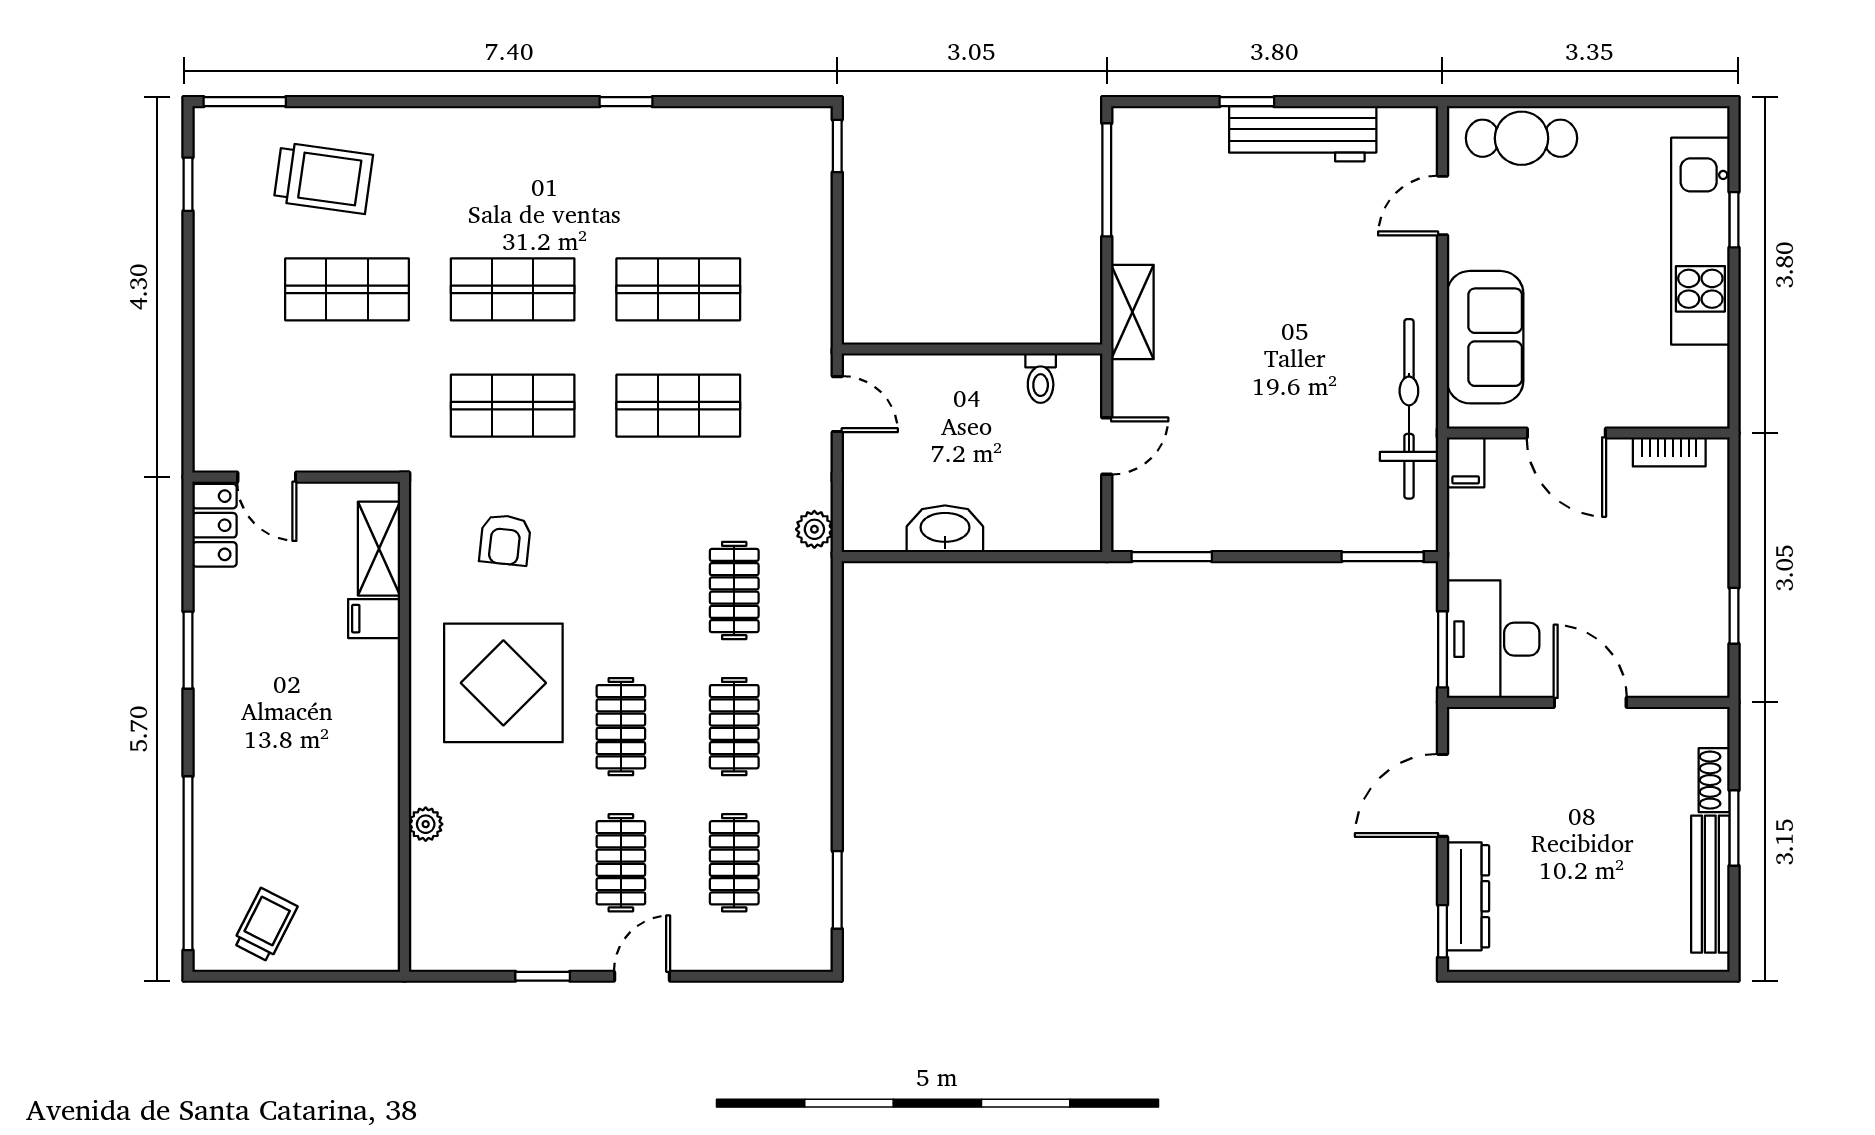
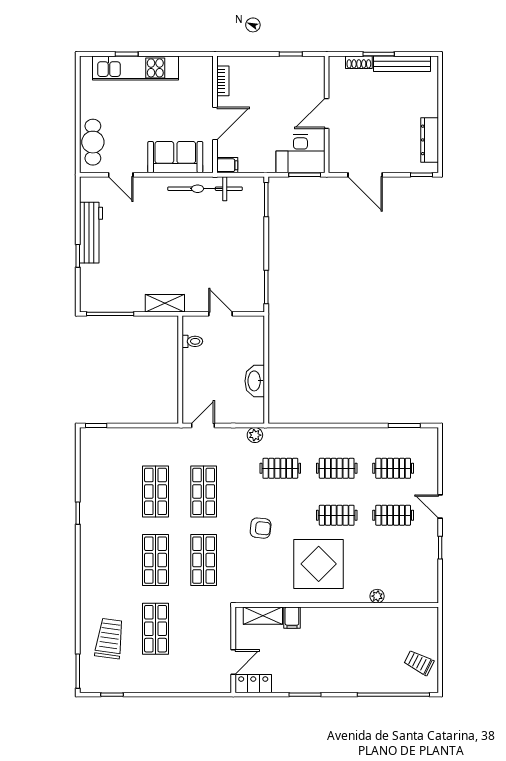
armchair: (505, 540) -> (261, 528), moved
dresser: (1468, 896) -> (430, 140), moved, turned -90

